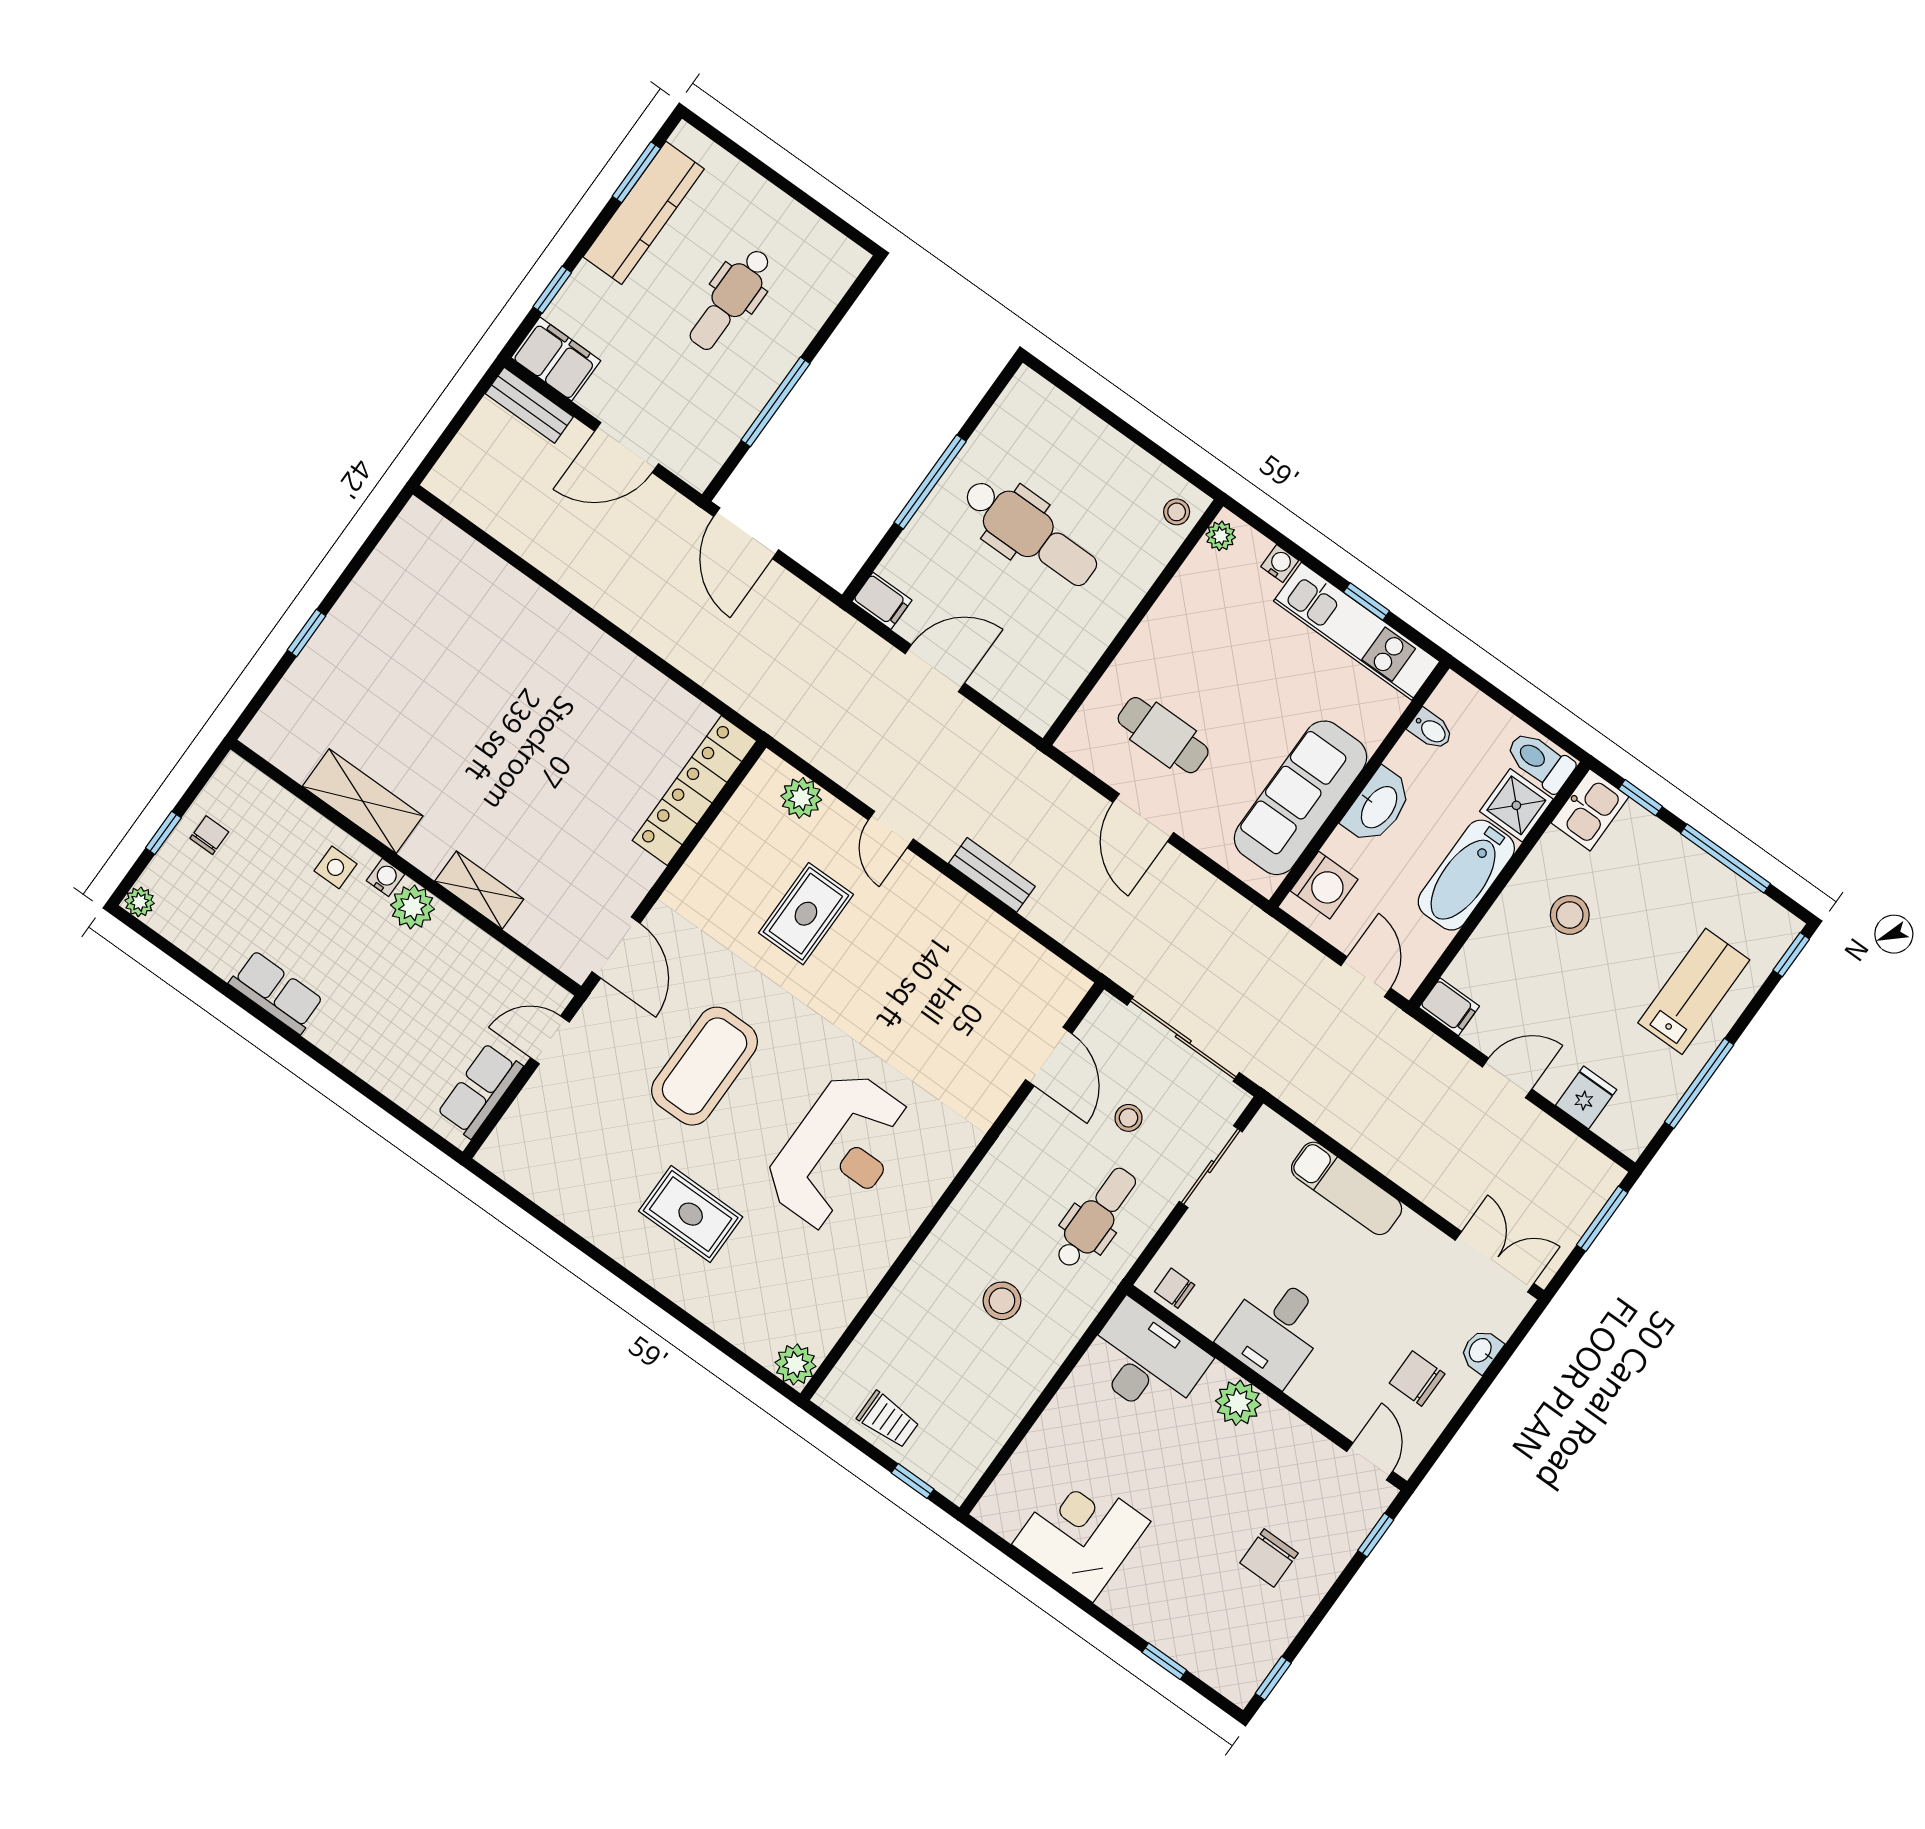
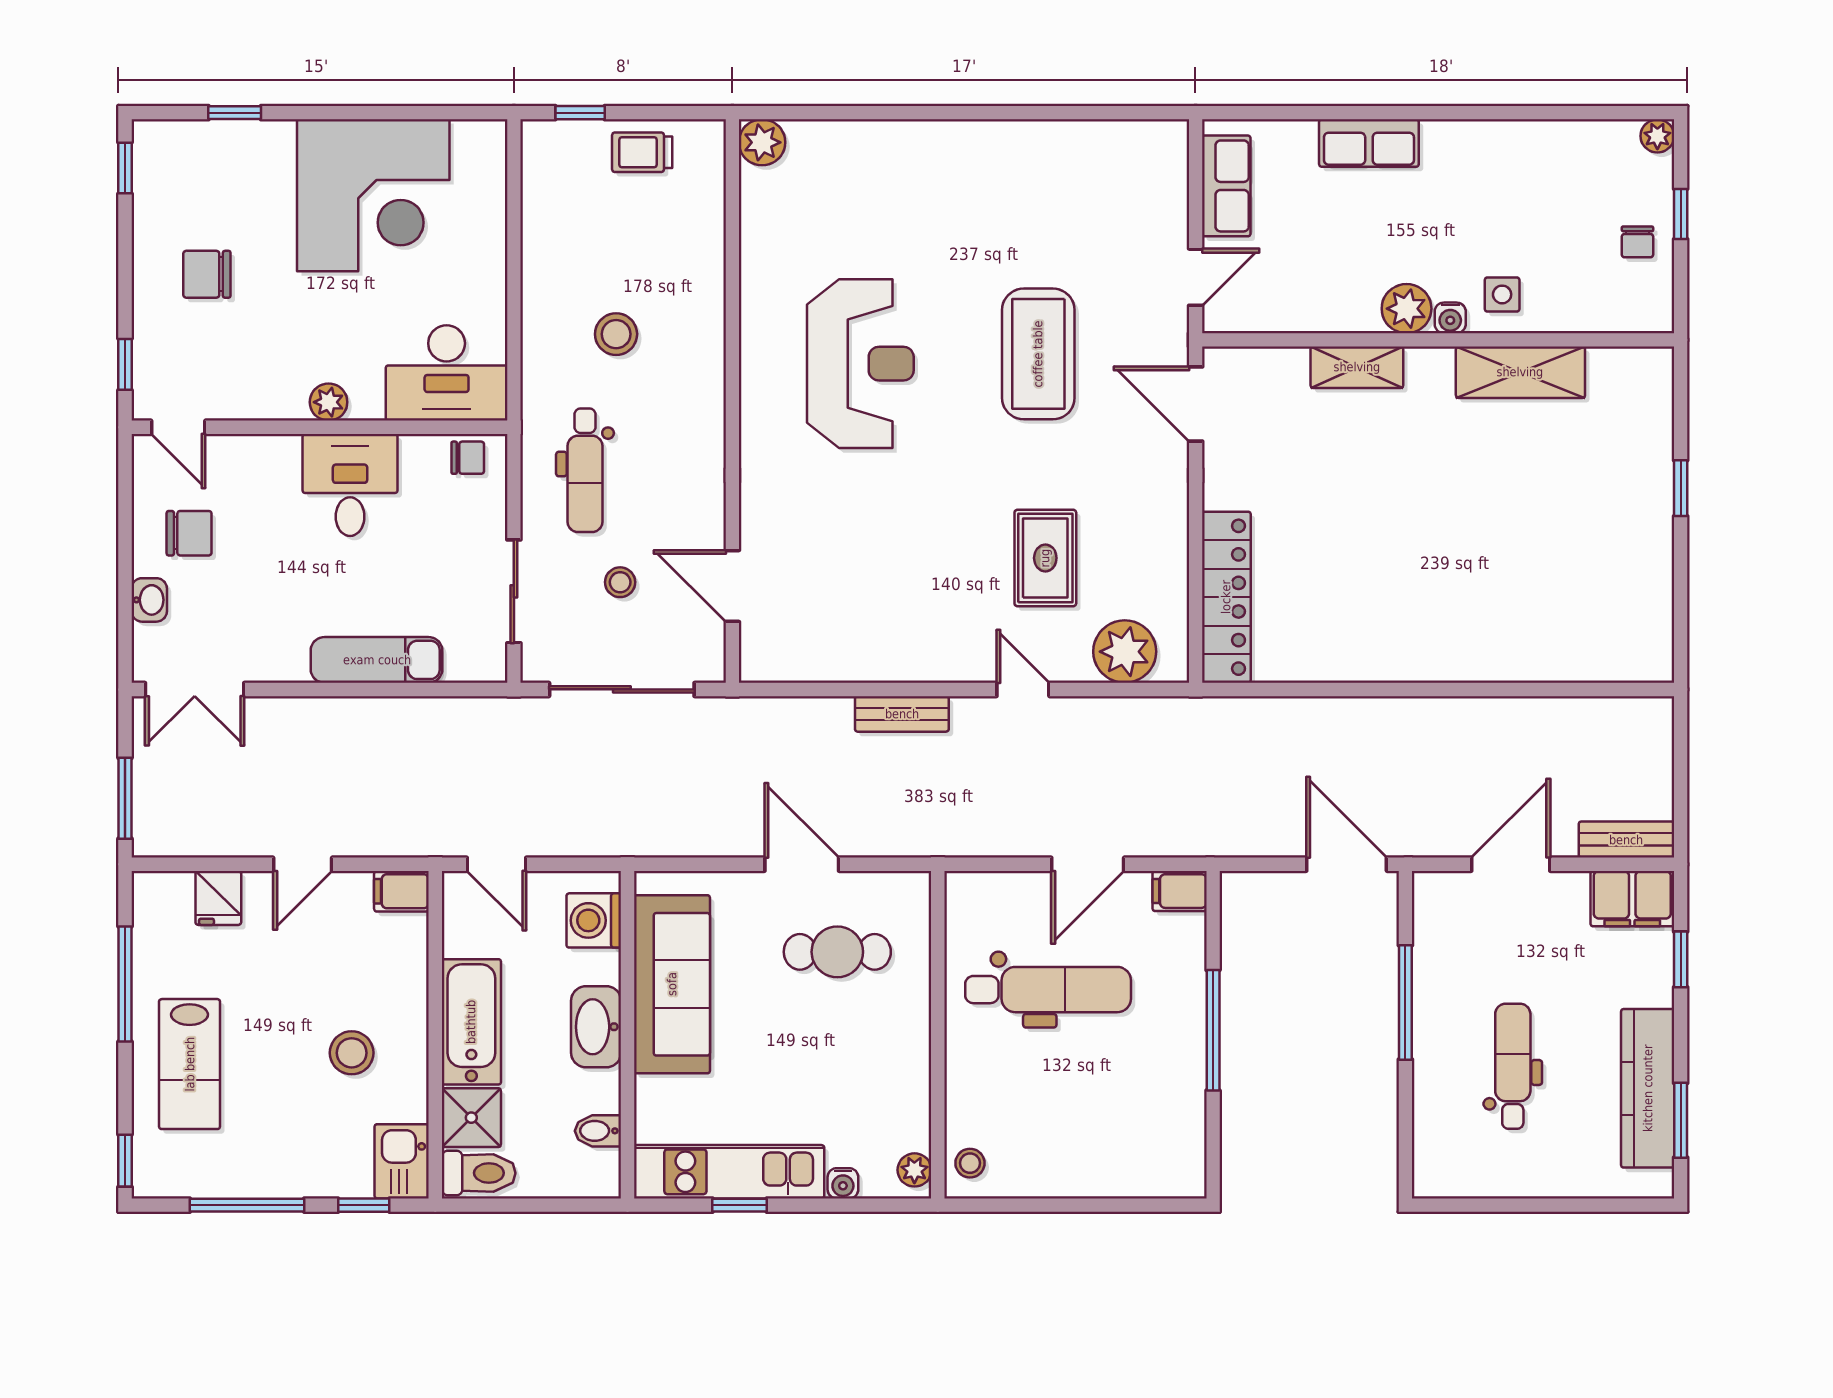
dental chair: (1030, 533) -> (1048, 990), moved, turned 180
plant: (801, 798) -> (1125, 652), width x1.36, depth x1.36
row of seats: (276, 992) -> (1369, 143), moved
reception desk: (839, 1152) -> (860, 364), turned 180
rug: (691, 1214) -> (955, 211), removed
plant: (1238, 1403) -> (329, 402), width x0.73, depth x0.73
corner desk: (1081, 1533) -> (373, 195), width x1.36, depth x1.36
chair: (1269, 1558) -> (207, 274), turned -90

